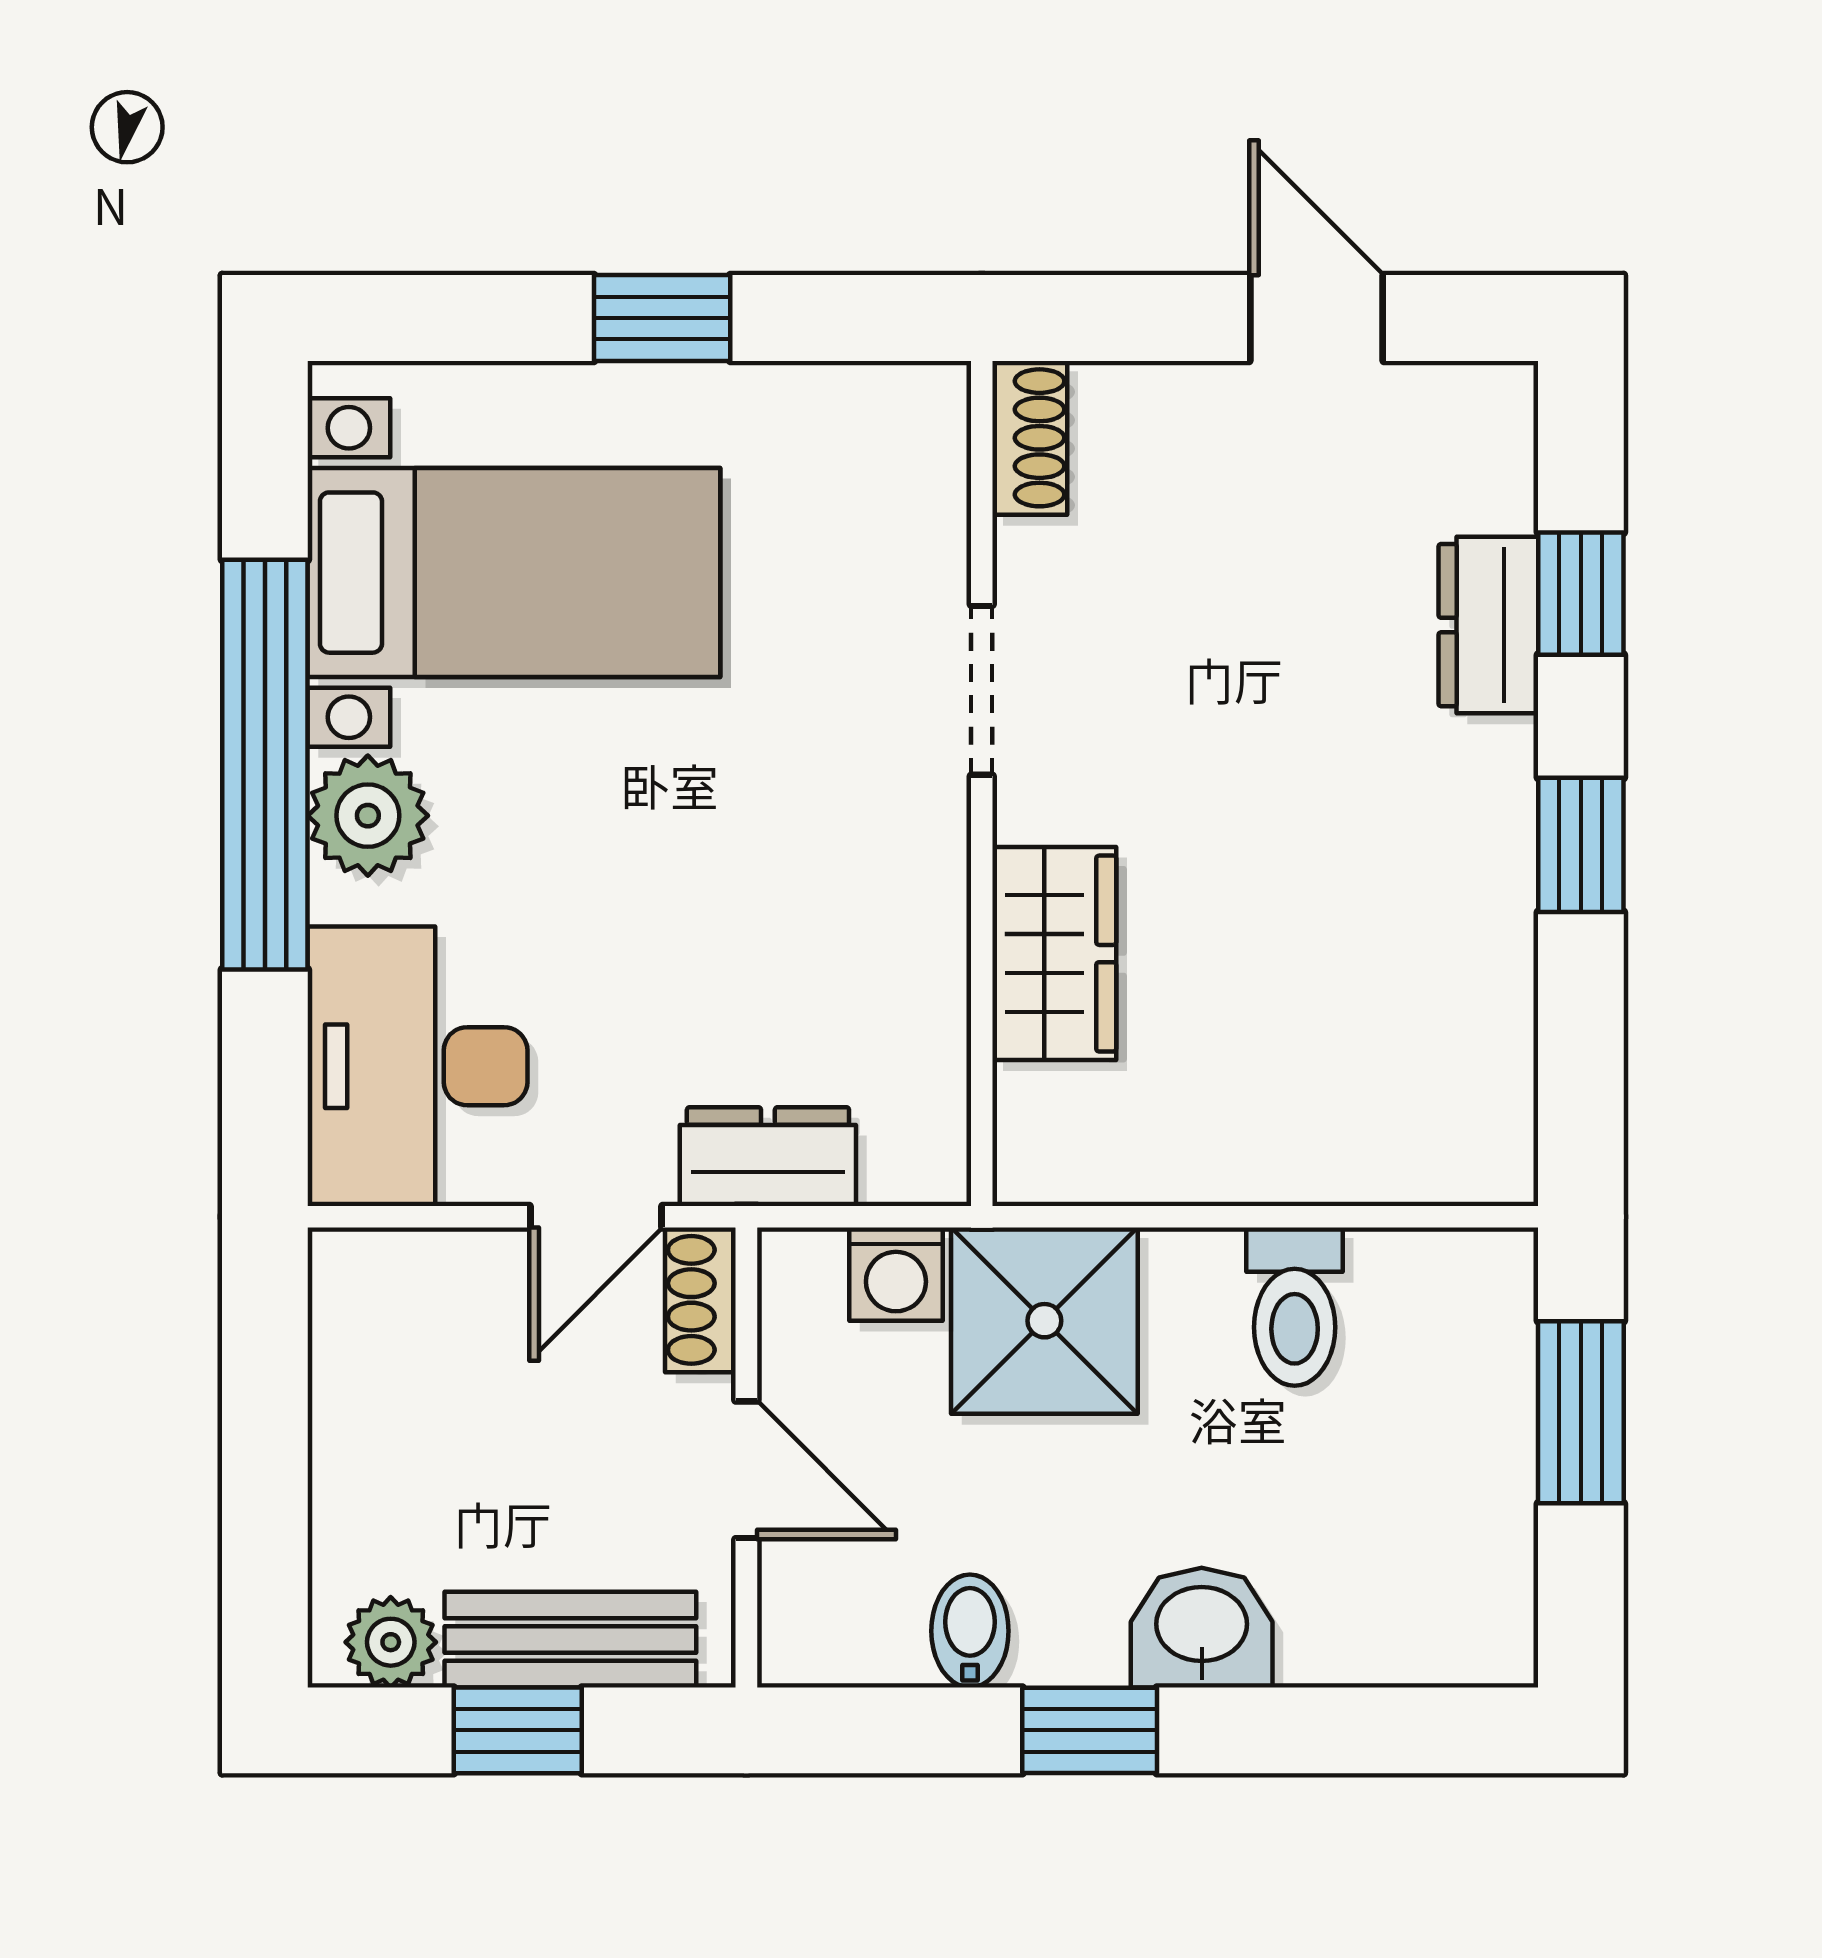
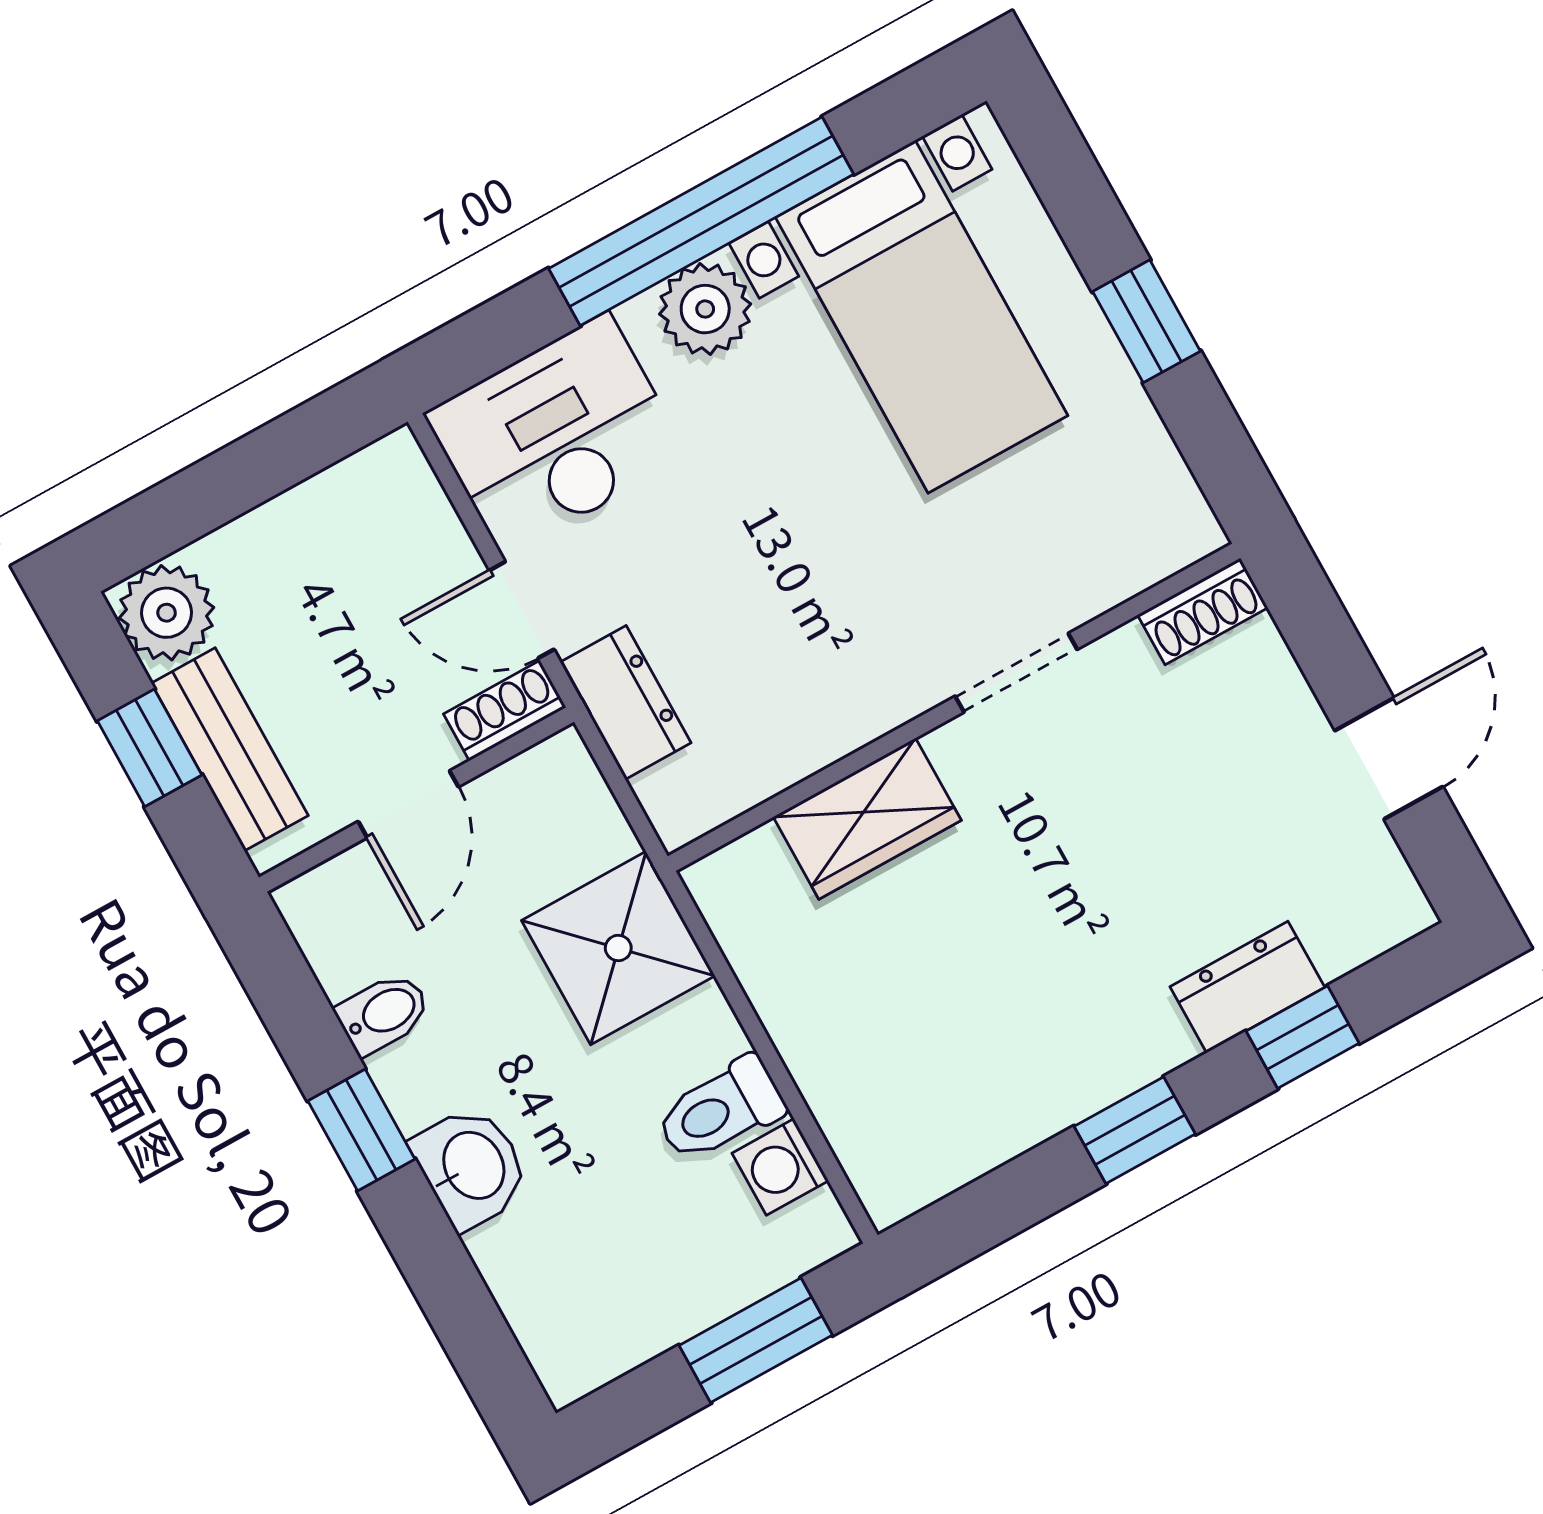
washing machine: (896, 1274) -> (780, 1167), moved
plant: (391, 1642) -> (167, 613), width x1.38, depth x1.38

